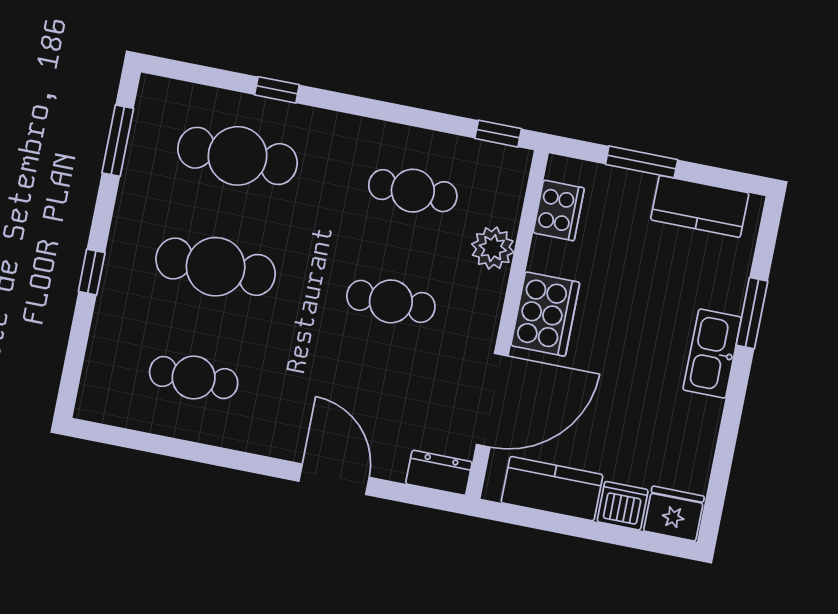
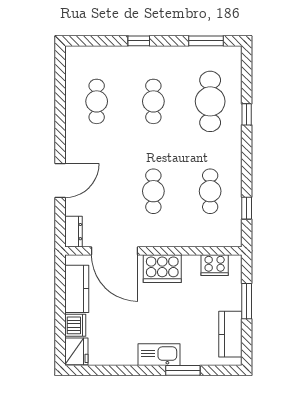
window: (498, 134) -> (247, 208), moved
plant: (493, 248) -> (190, 236), removed
cafe table: (216, 267) -> (153, 101), width x0.73, depth x0.74

